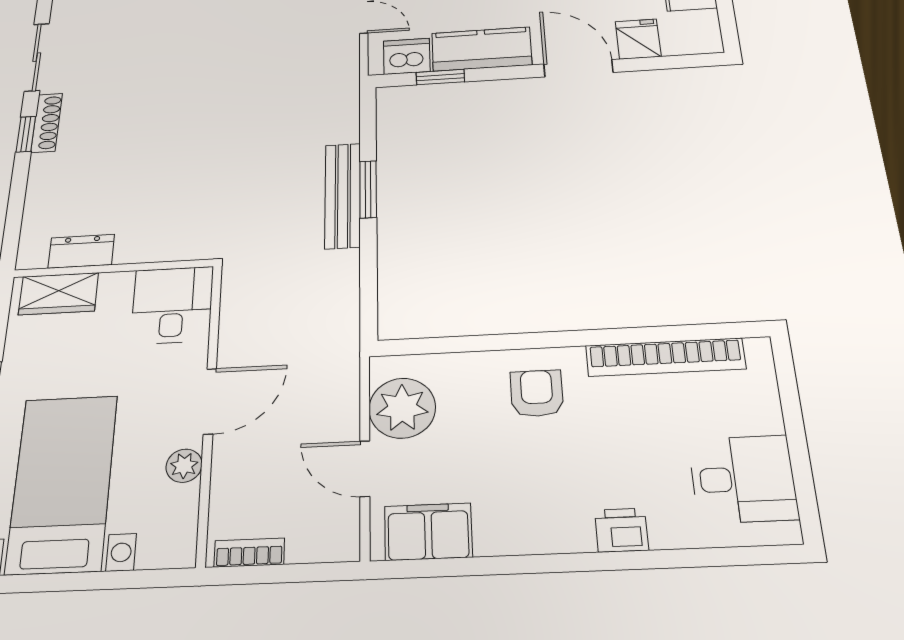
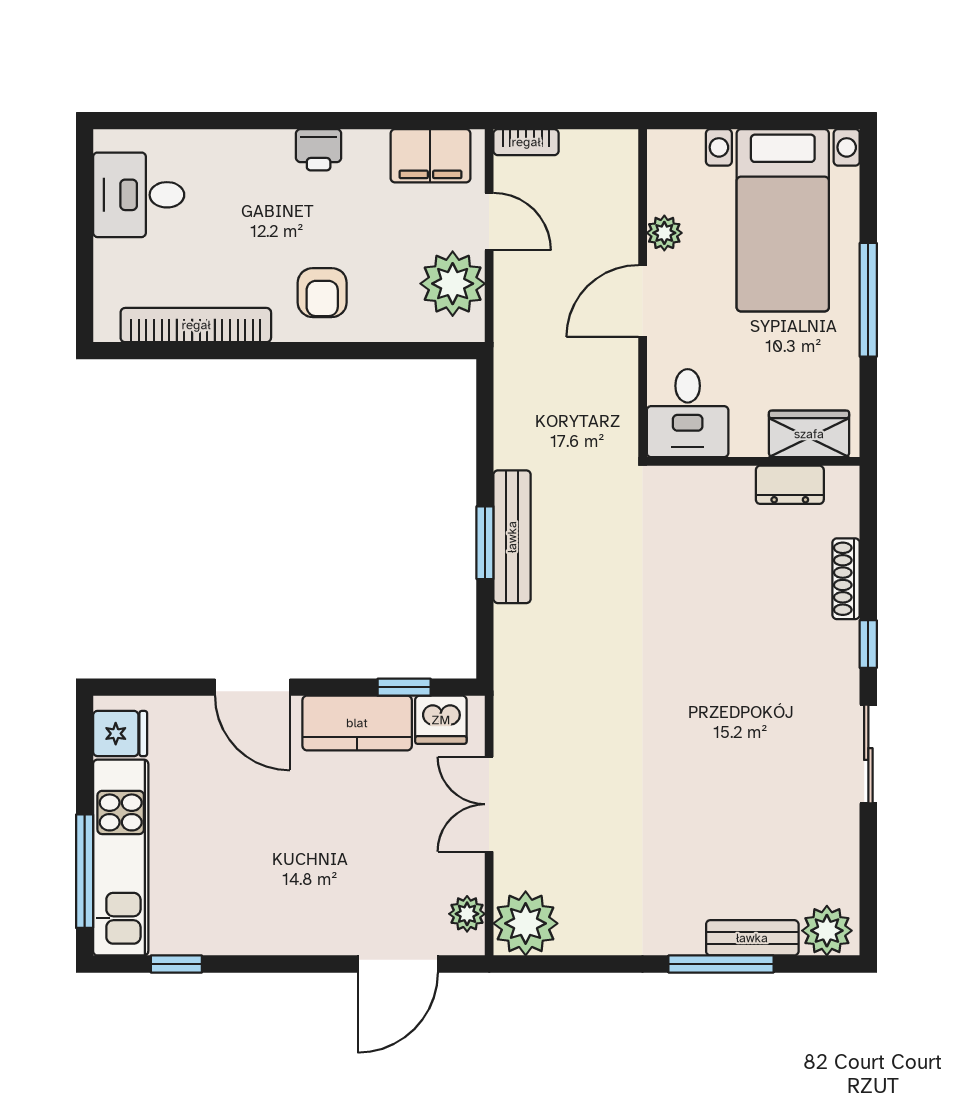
fridge: (638, 39) -> (120, 734), moved, turned -90
shoe rack: (47, 123) -> (846, 579), moved
printer: (621, 530) -> (319, 150), moved
bookcase: (249, 553) -> (526, 142), moved

